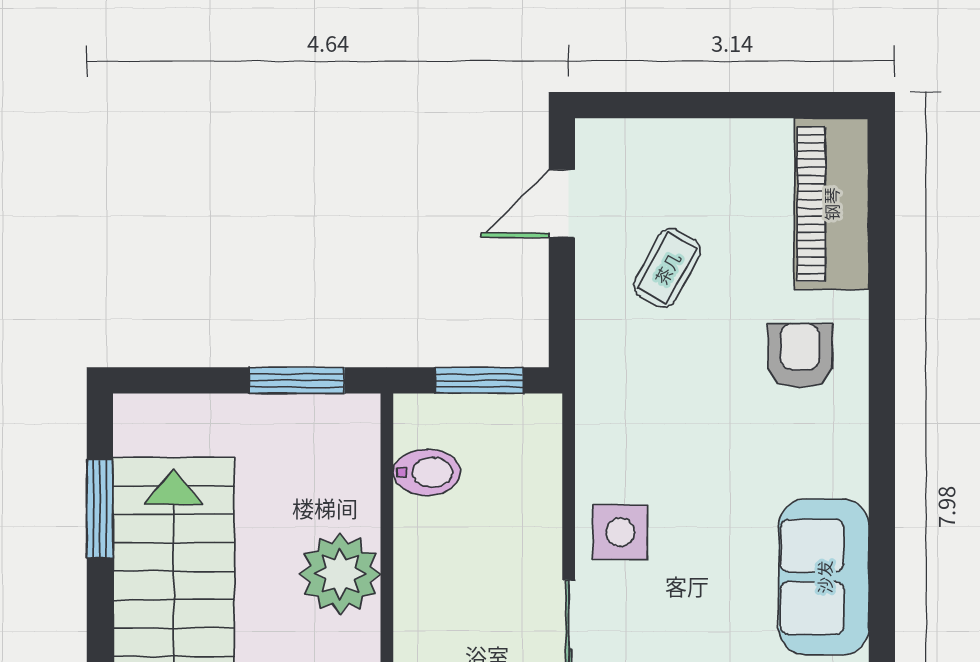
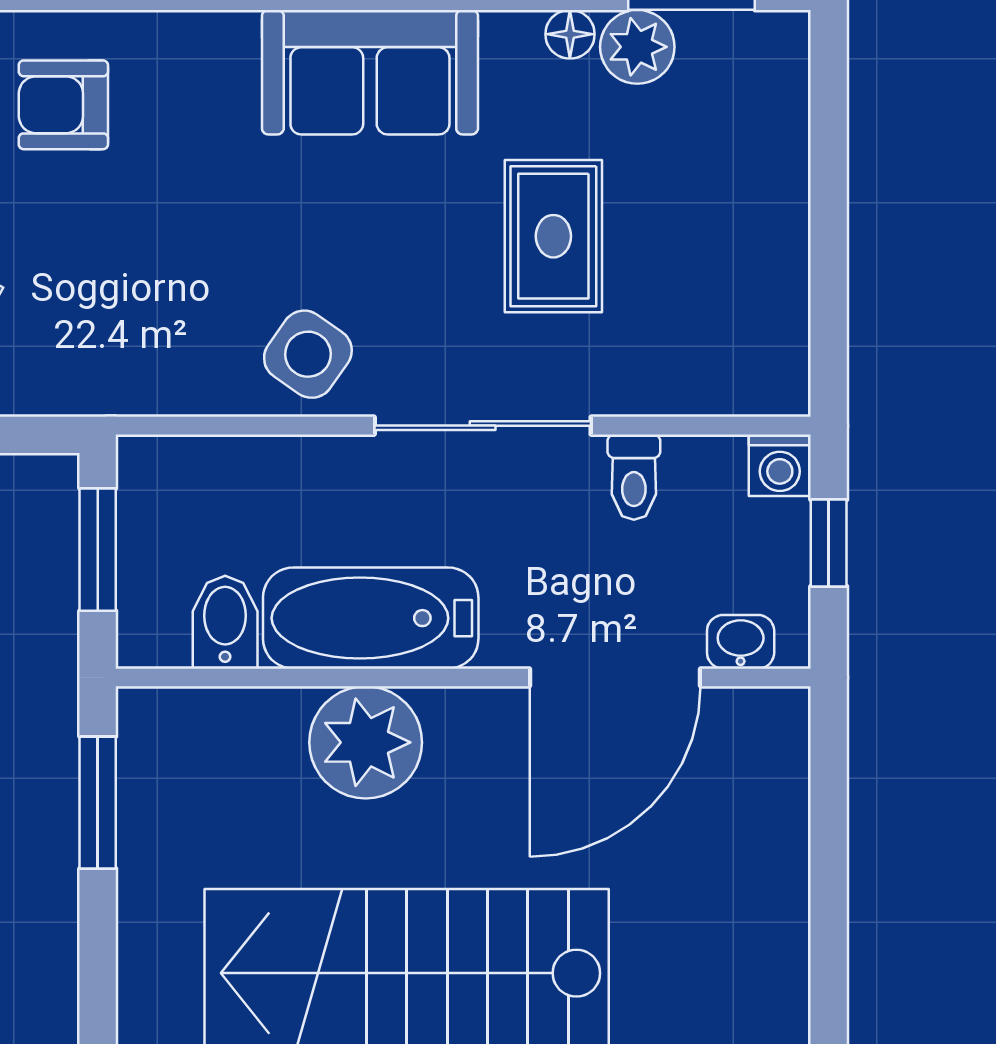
side table: (620, 532) -> (308, 354), turned 35
bathtub: (430, 577) -> (371, 618), added

